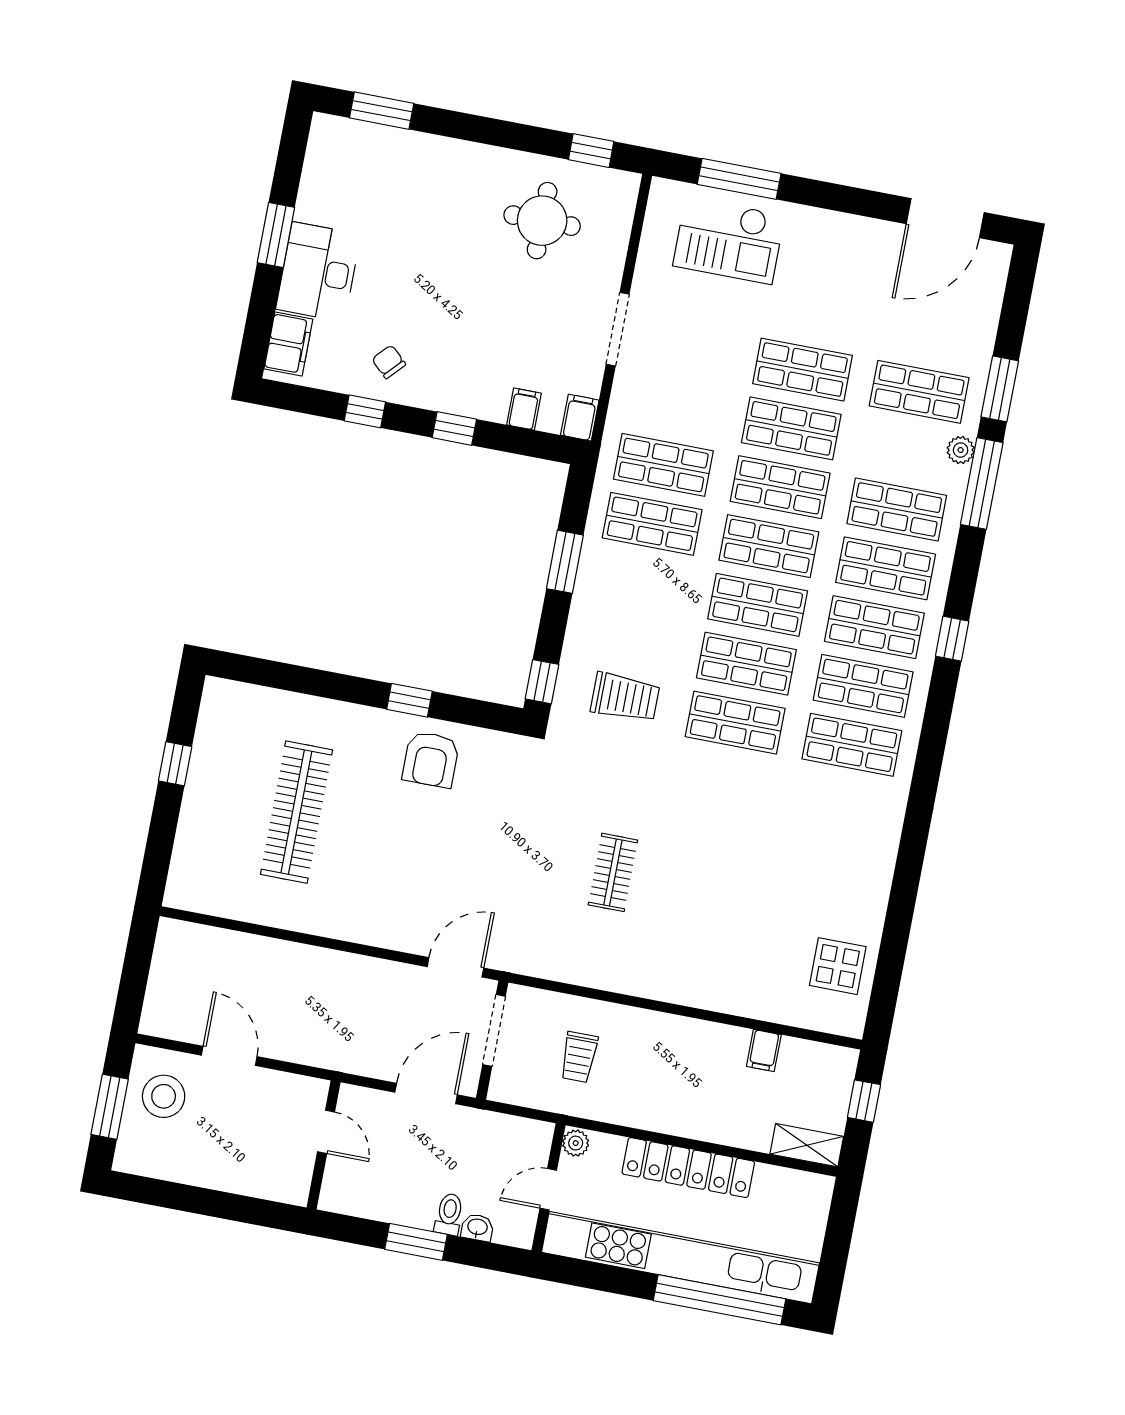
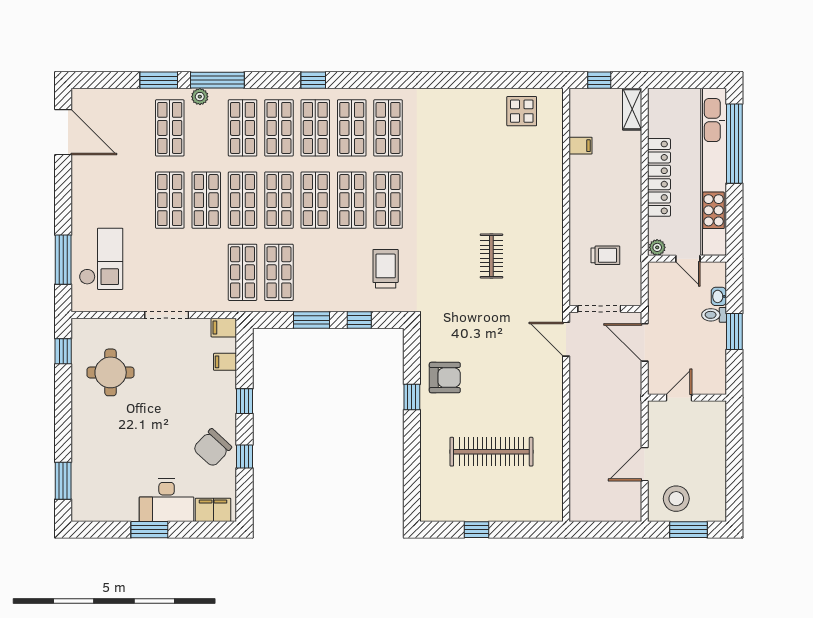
chair: (389, 362) -> (212, 448), width x1.87, depth x1.87
window: (542, 682) -> (359, 320), moved
clothes rail: (613, 872) -> (491, 256), turned 90

